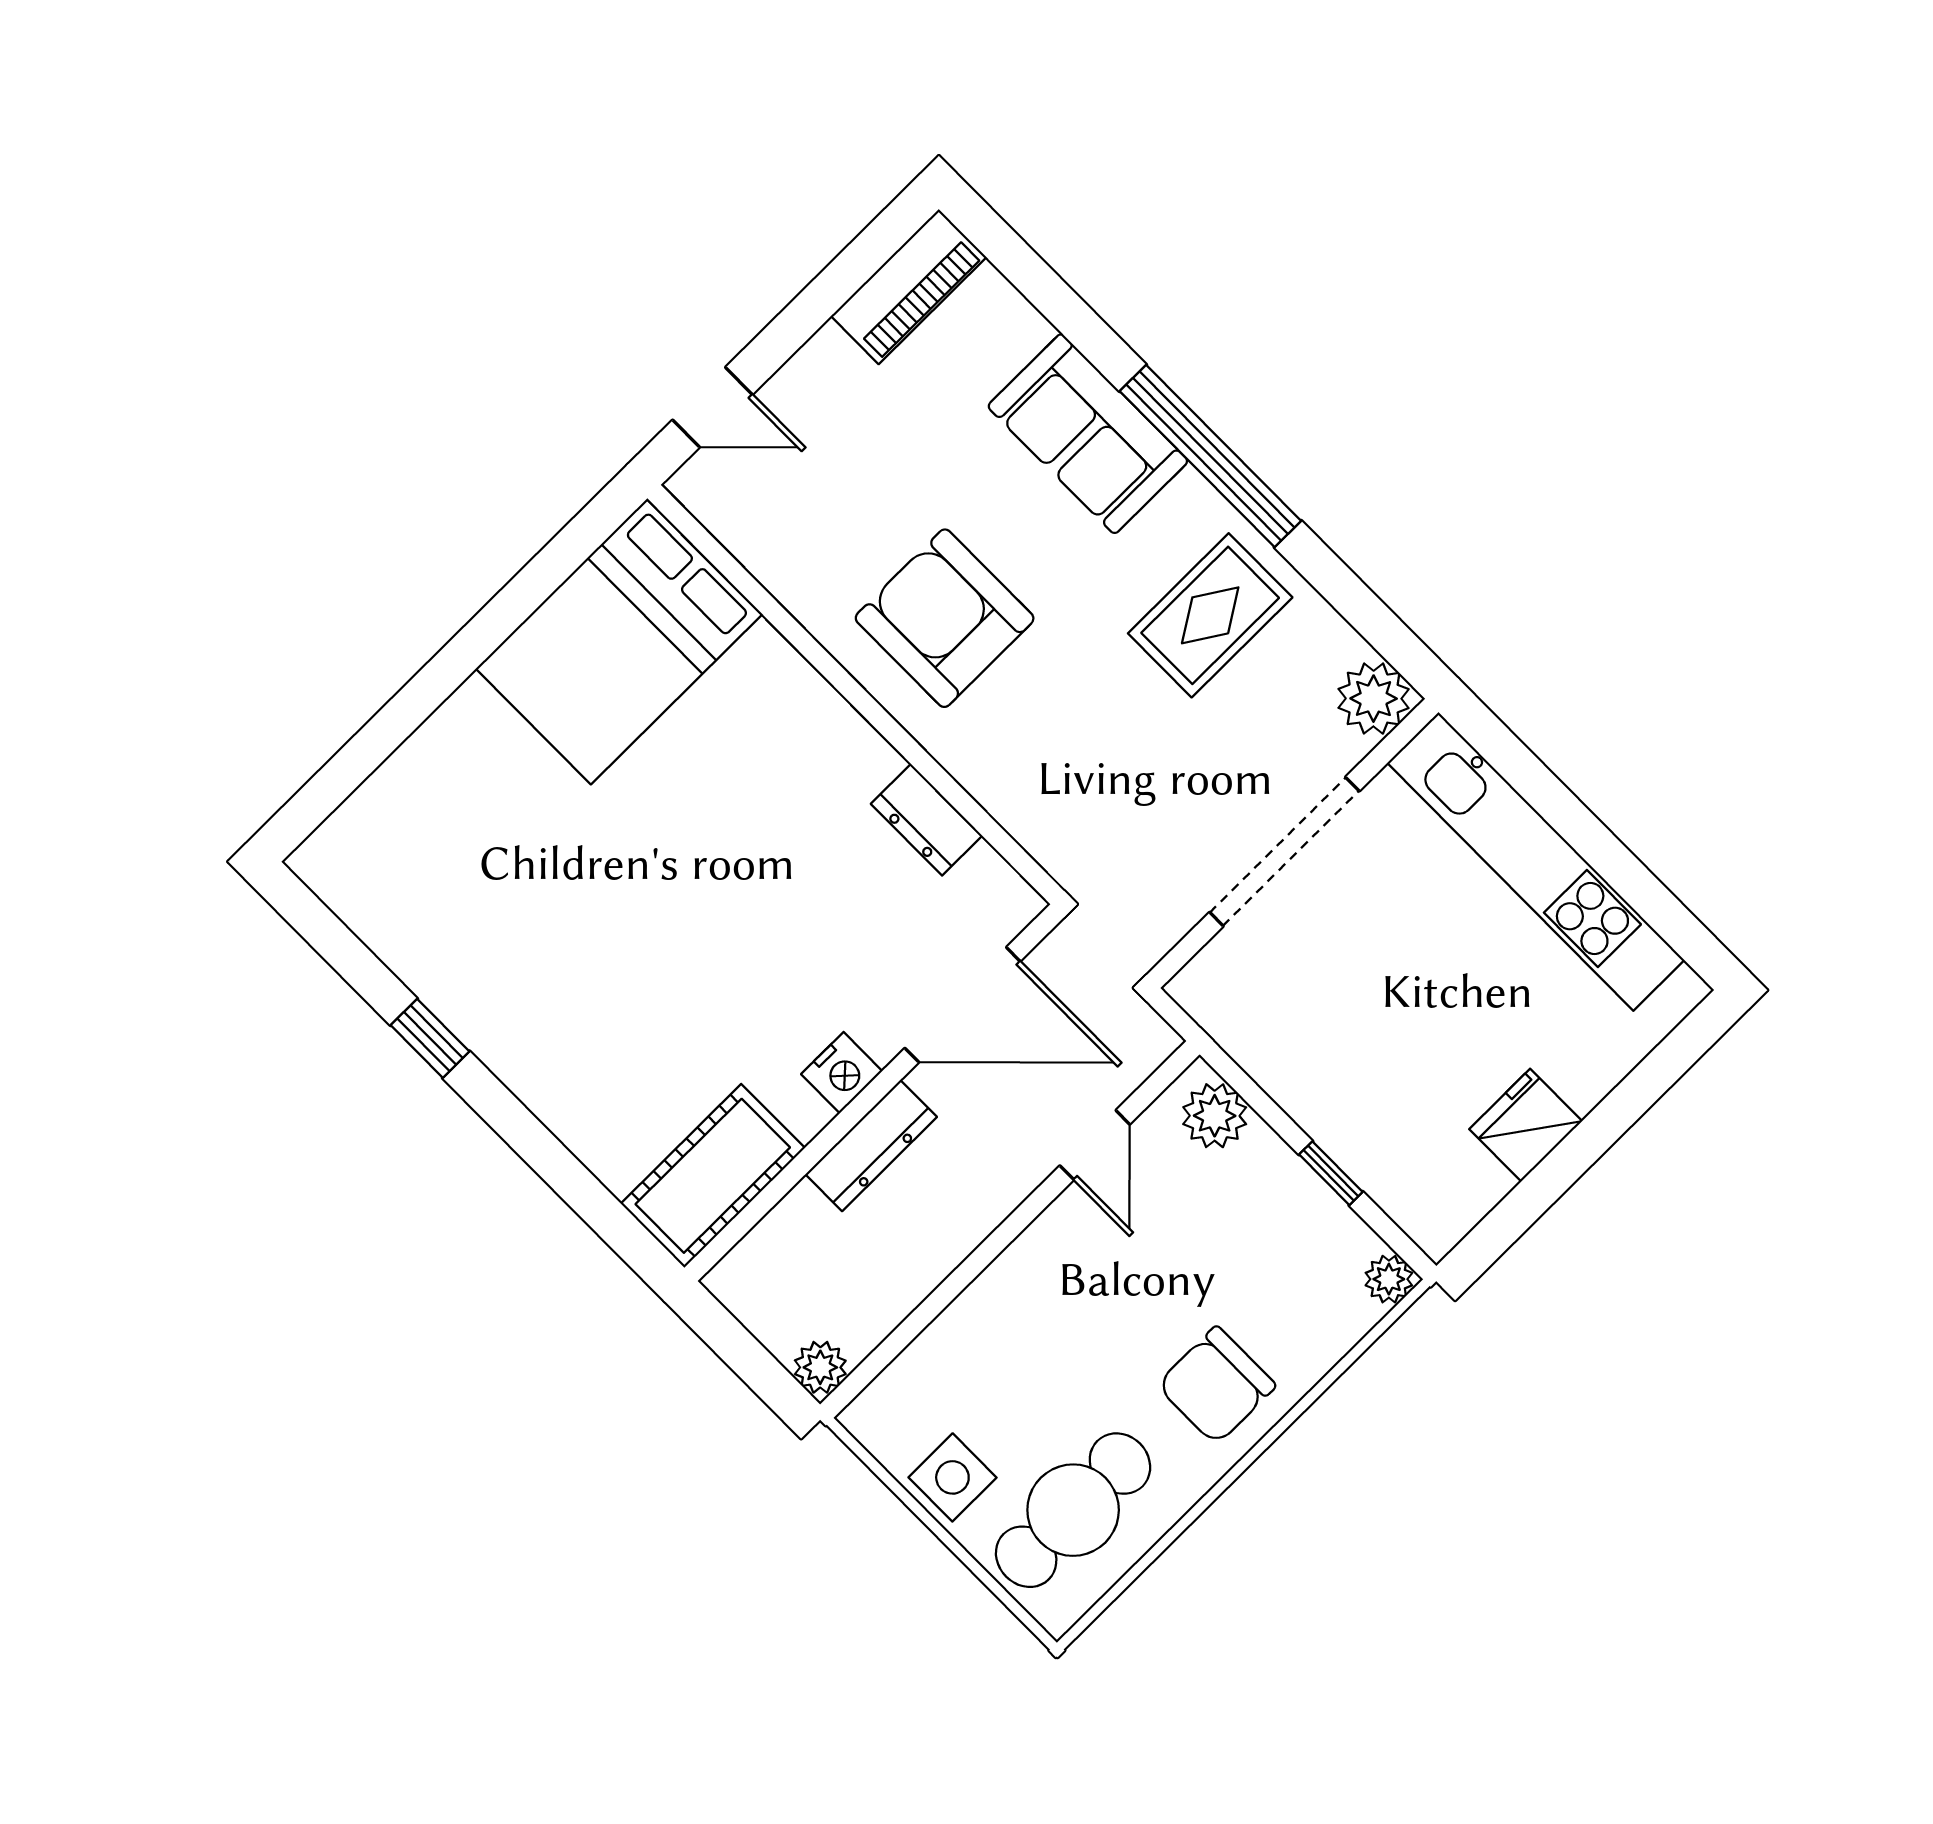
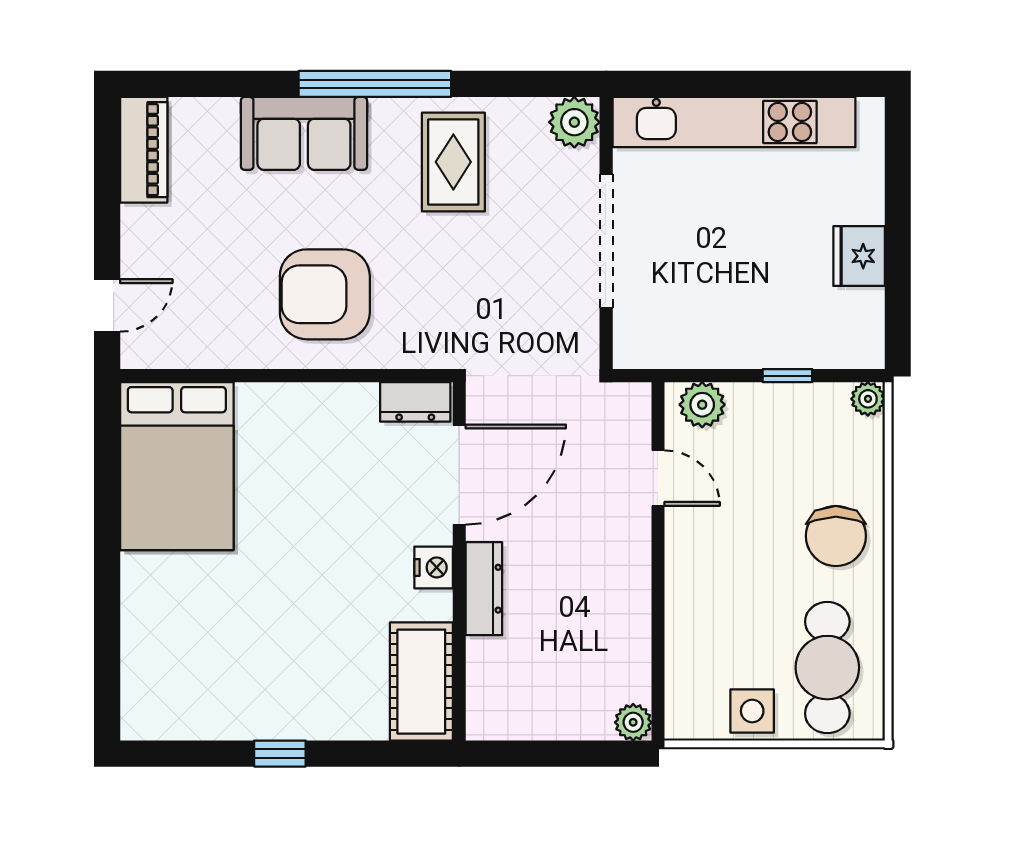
door: (963, 1005) -> (459, 475), moved
nightstand: (842, 1073) -> (434, 567), moved
wall: (874, 1093) -> (459, 561), moved
dresser: (871, 1146) -> (484, 589), moved
cot: (713, 1176) -> (421, 682), moved

